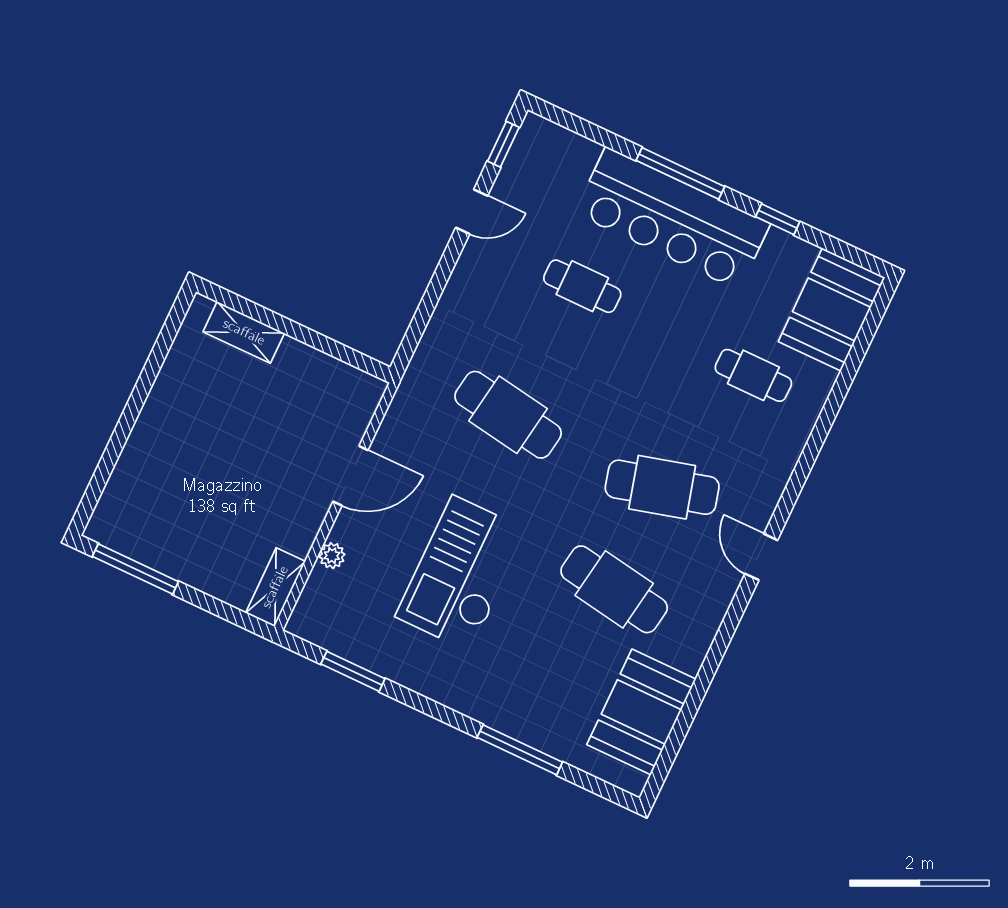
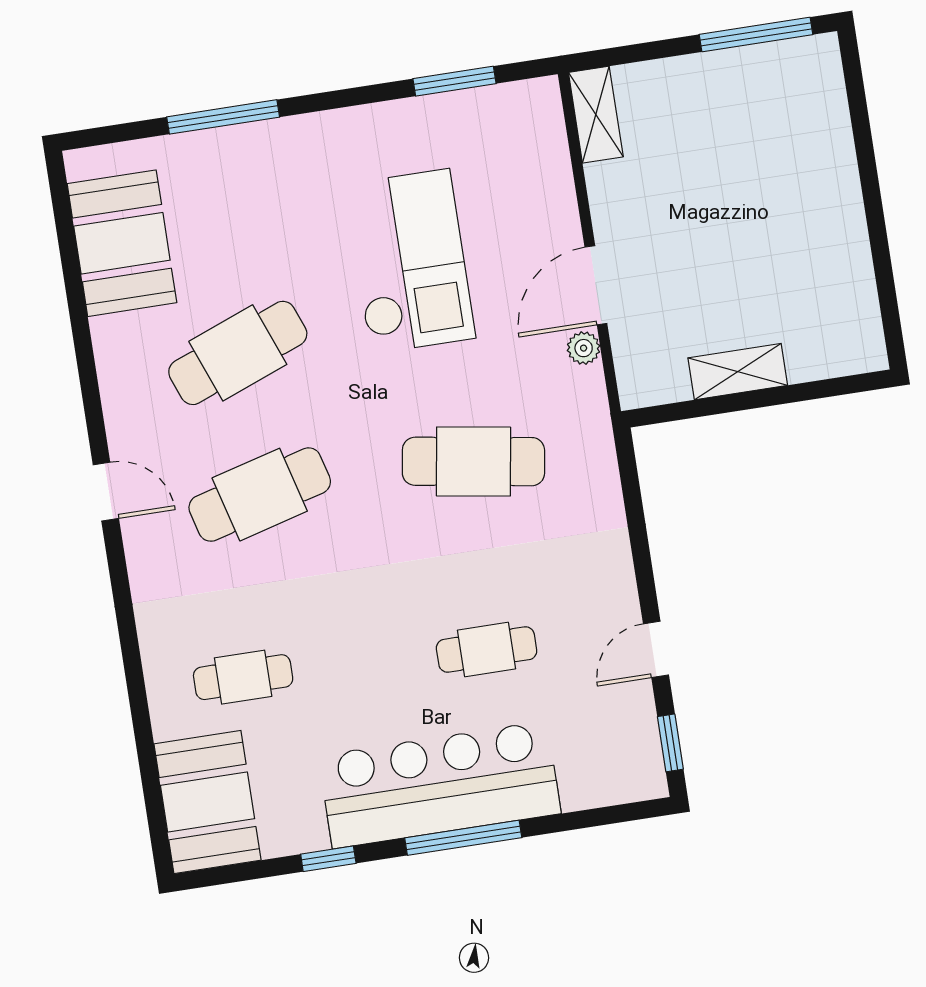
shelving: (244, 332) -> (738, 372), moved
plant: (332, 556) -> (584, 348), moved
cafe table: (614, 589) -> (238, 353), turned -30

